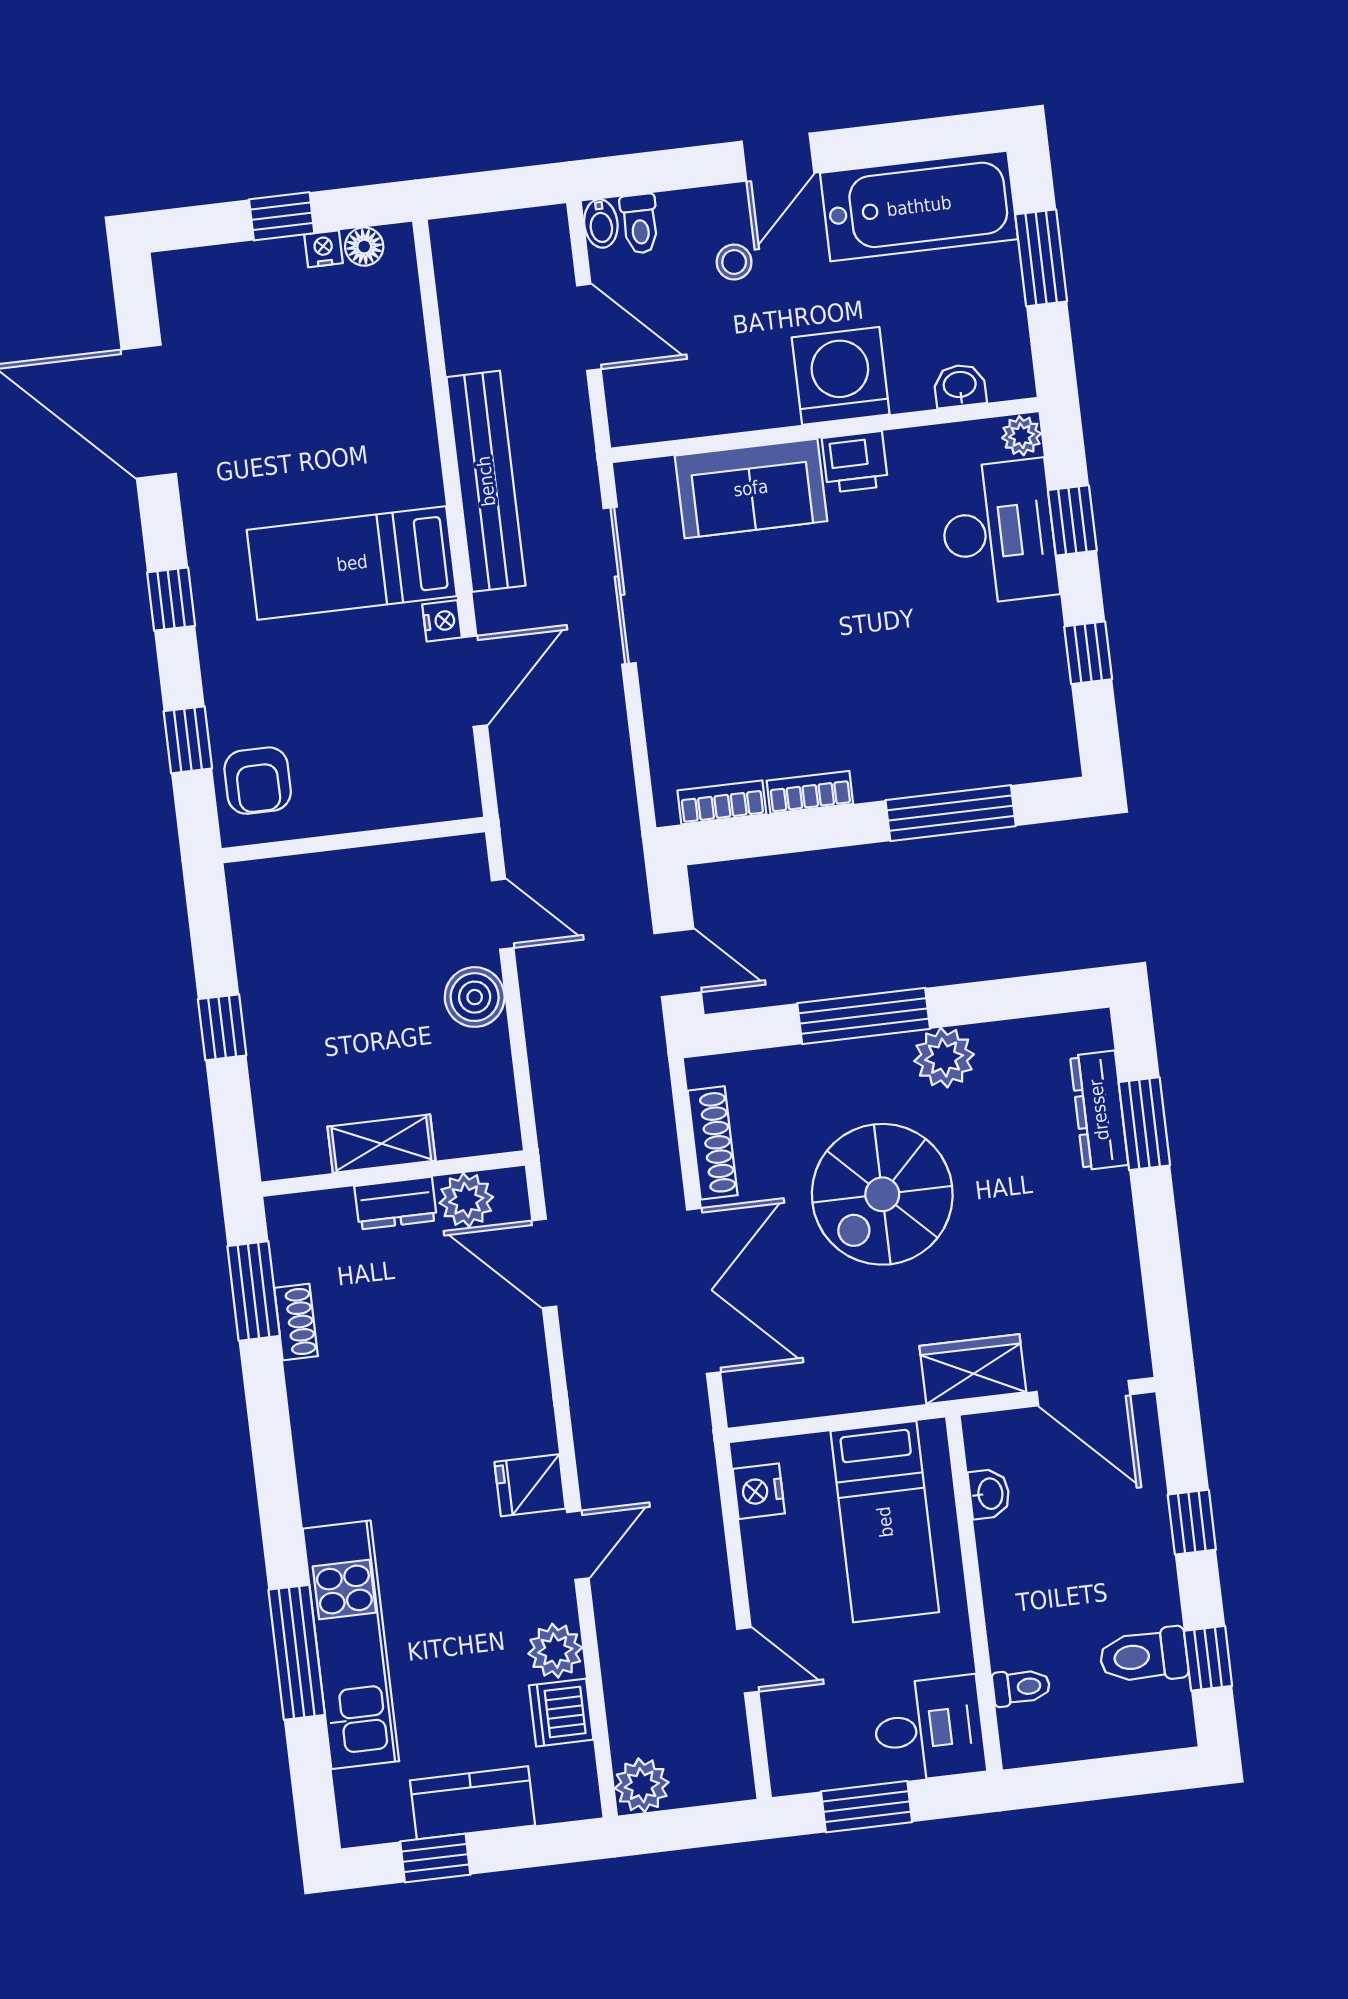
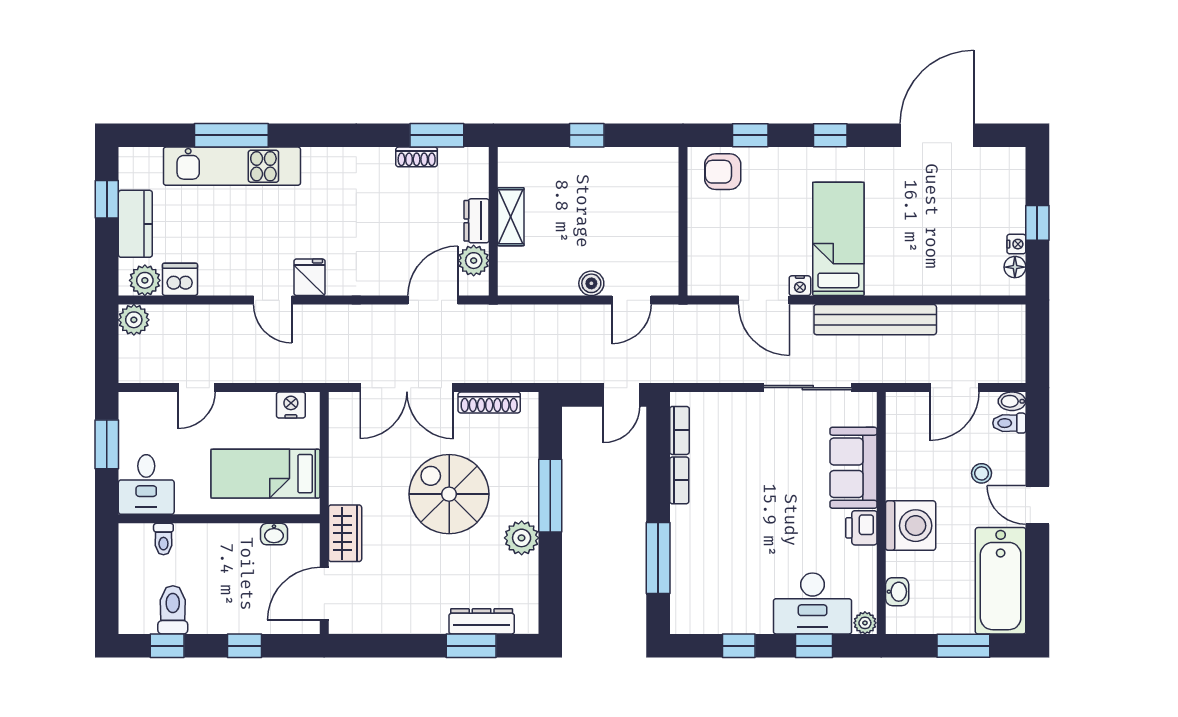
door: (678, 963) -> (622, 395), moved
boiler: (475, 997) -> (591, 283), width x0.73, depth x0.73
plant: (555, 1651) -> (145, 280), moved

